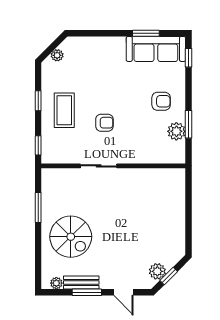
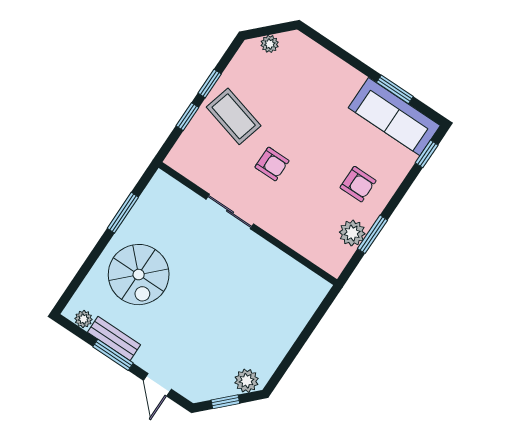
coffee table: (64, 110) -> (234, 116), turned -75
window: (38, 145) -> (187, 117), moved
plant: (157, 271) -> (247, 381), moved

